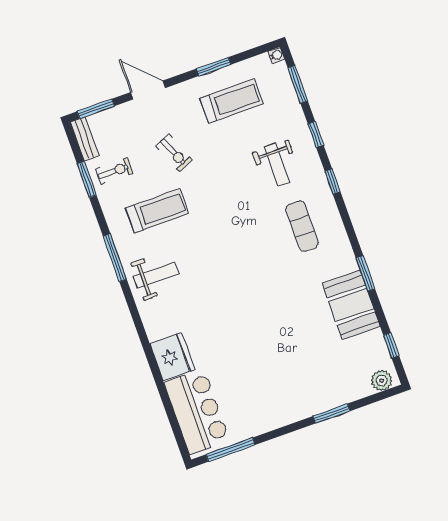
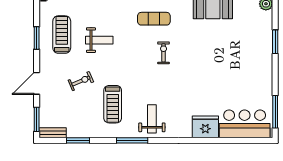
weight bench: (277, 164) -> (99, 40), moved
exercise bike: (114, 171) -> (164, 53), moved
treadmill: (157, 211) -> (113, 104), turned 180

